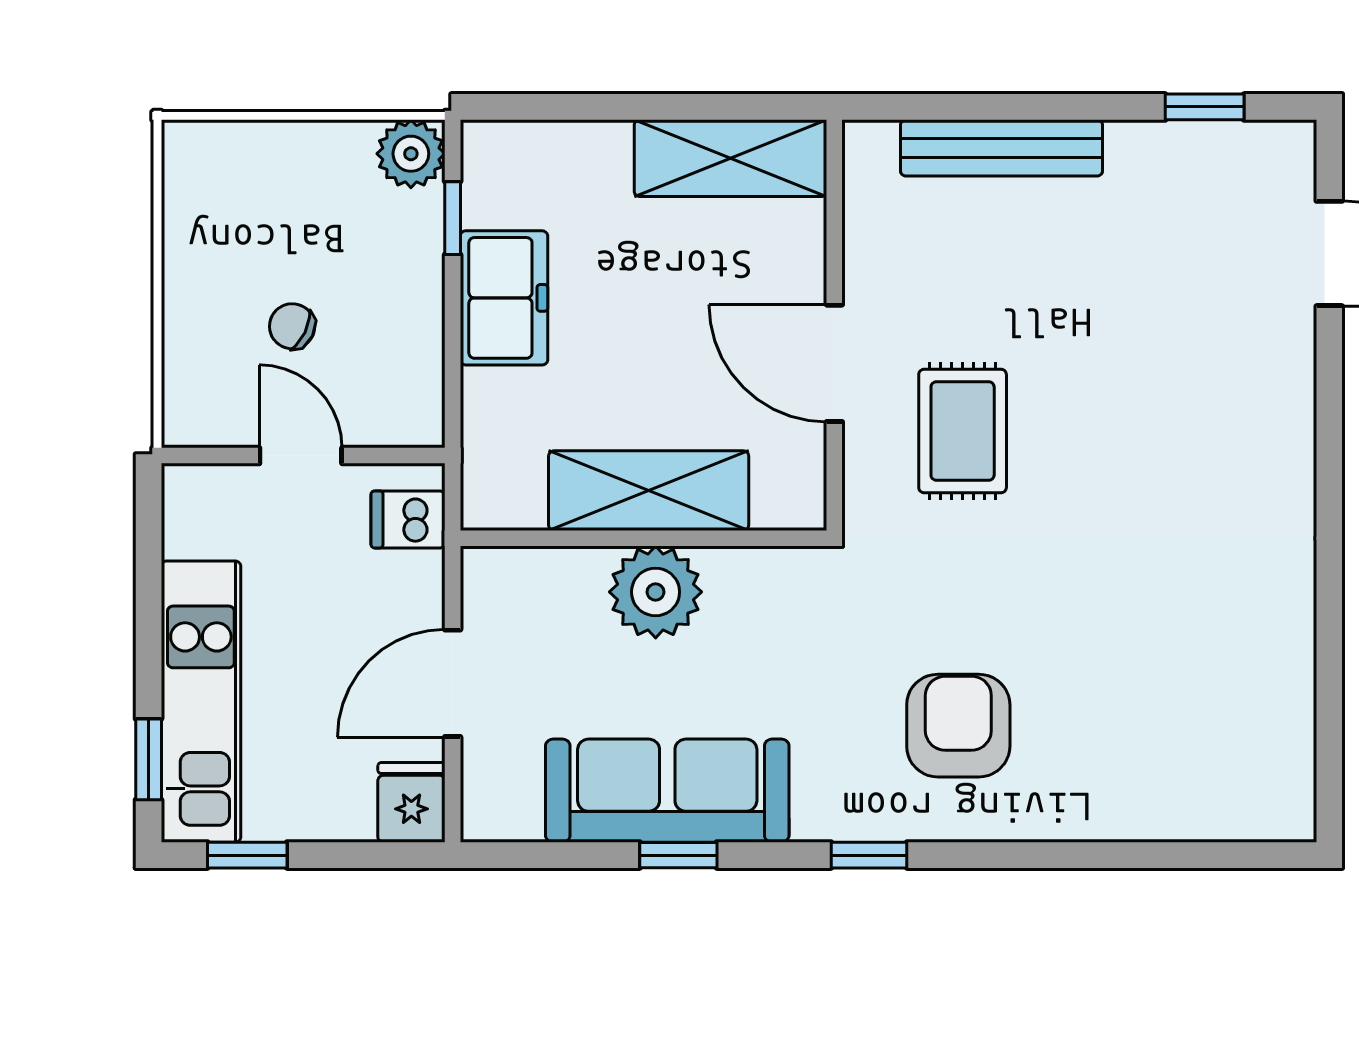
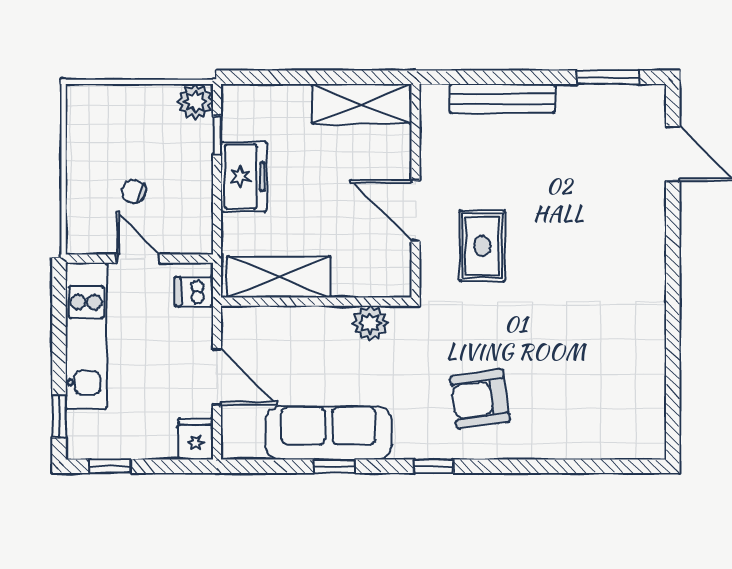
window: (1205, 107) -> (608, 77), width x1.50
shelving: (649, 491) -> (279, 277), moved
plant: (656, 592) -> (370, 323), moved, width x0.73, depth x0.73
door: (453, 683) -> (217, 377), swing flipped
kitchen unit: (201, 702) -> (86, 336), moved
armchair: (958, 726) -> (480, 399), turned -98

